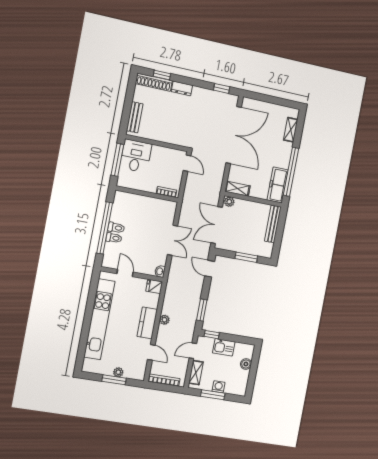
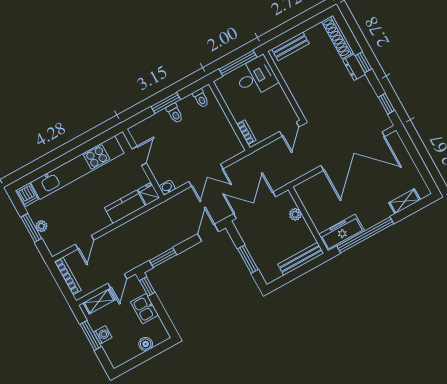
window: (162, 75) -> (363, 62), moved
shelving: (238, 189) -> (306, 197), removed
plant: (229, 202) -> (295, 214), moved
window: (105, 228) -> (166, 103), width x0.47
toilet: (114, 238) -> (201, 98), moved
plant: (164, 320) -> (125, 229), removed
kitchen counter: (147, 323) -> (125, 207), moved
door: (193, 351) -> (117, 281), swing flipped
dishwasher: (90, 366) -> (27, 195), added

